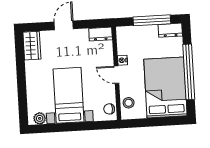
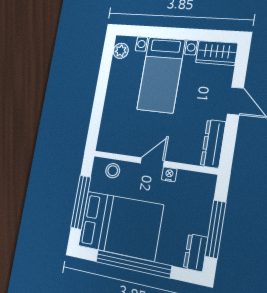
dresser: (101, 34) -> (213, 144), width x1.44
bed with nightstands: (69, 95) -> (161, 75), moved, turned 90
chair: (109, 109) -> (111, 143), removed
window: (156, 122) -> (81, 202), added

